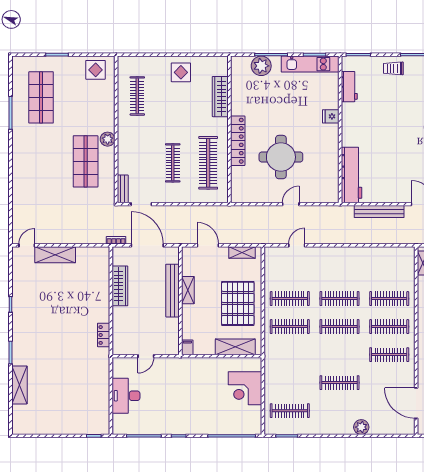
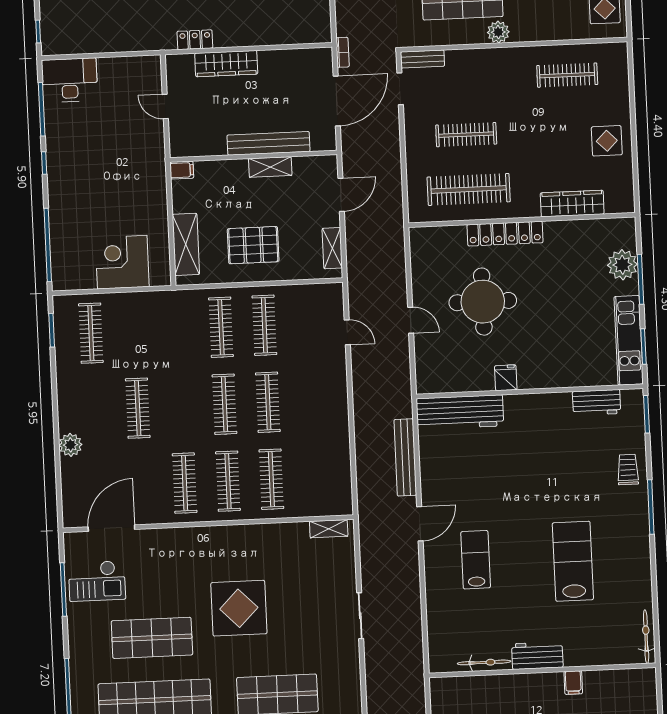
fridge: (331, 116) -> (506, 378), moved
wardrobe: (120, 286) -> (226, 64), moved
pallet: (238, 303) -> (253, 245), width x0.73, depth x0.71
desk: (126, 396) -> (70, 80), moved

